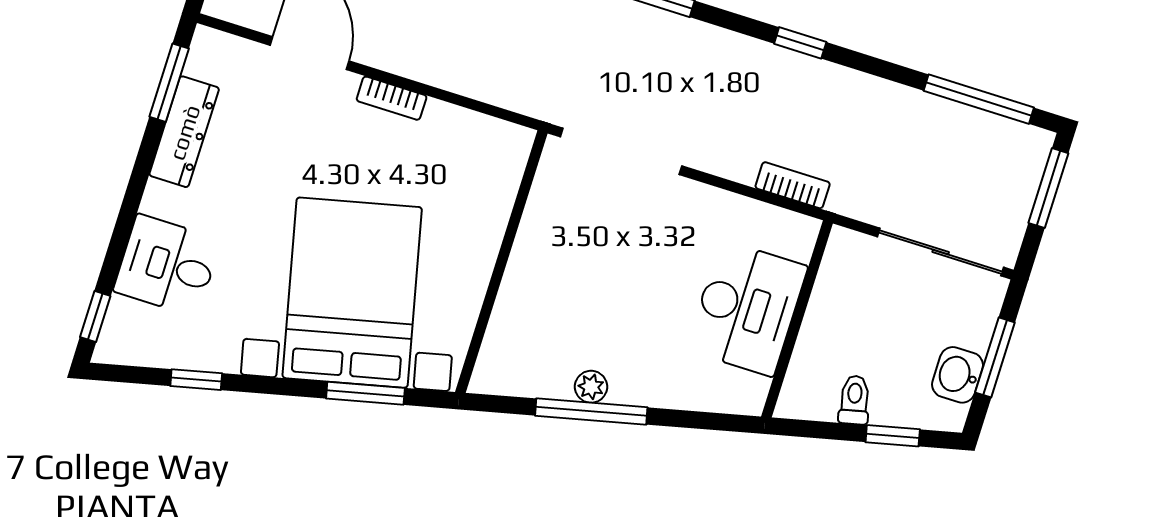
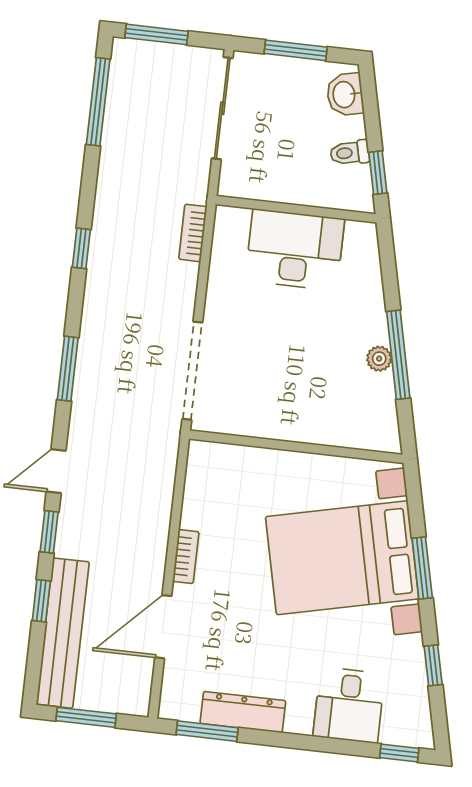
washbasin: (958, 375) -> (345, 94), moved, turned 77
window: (365, 393) -> (422, 568), moved
window: (893, 436) -> (378, 173), moved

